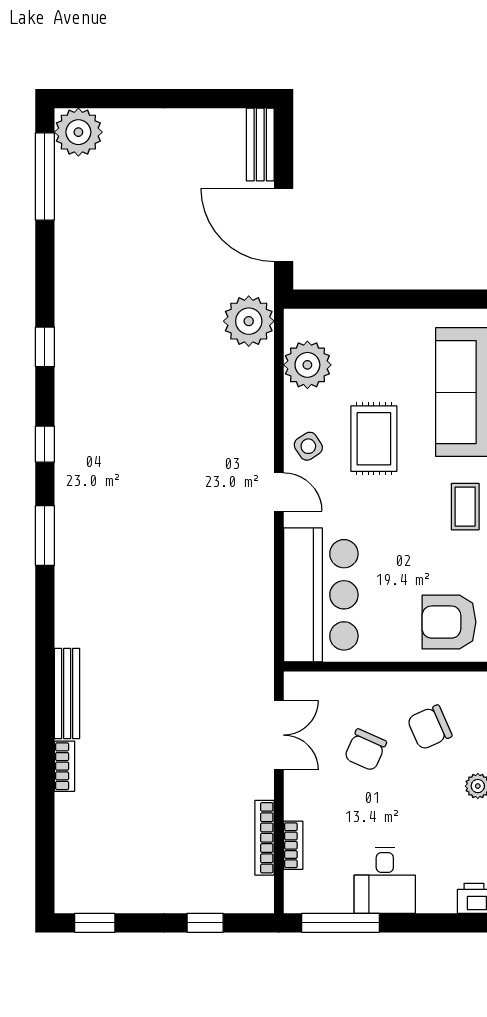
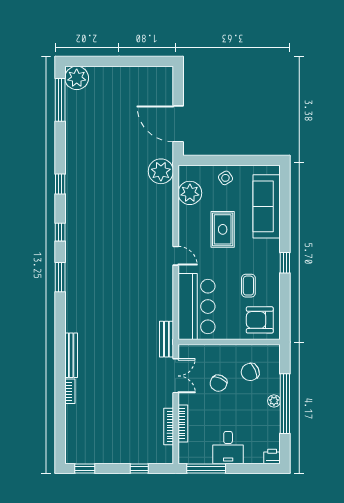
bench: (260, 145) -> (166, 339), moved
side table: (308, 446) -> (225, 178), moved
coffee table: (465, 507) -> (248, 286), moved
bookcase: (293, 845) -> (183, 424), width x1.56

